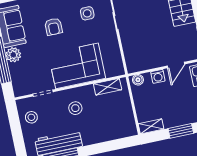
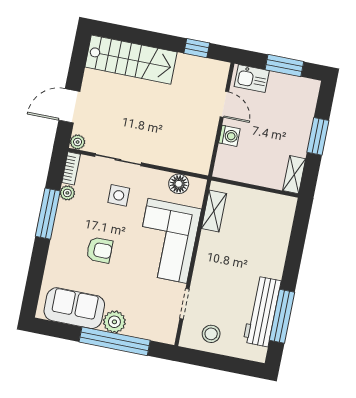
side table: (87, 13) -> (119, 195), moved
floor lamp: (115, 58) -> (179, 184), added
boiler: (138, 80) -> (222, 165), removed
stool: (75, 108) -> (224, 268), removed

